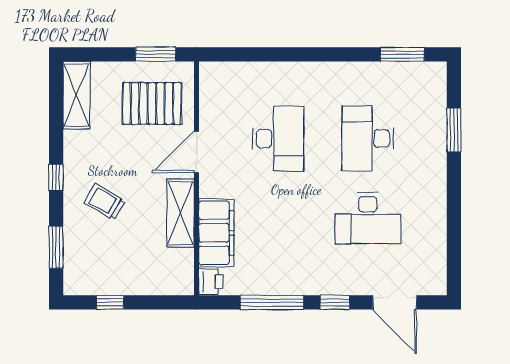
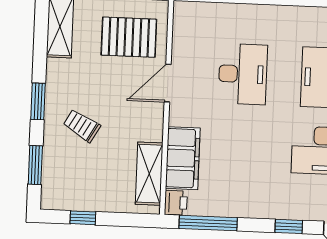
window: (56, 178) -> (38, 101), width x1.50
shelving: (180, 213) -> (149, 174), moved
window: (272, 302) -> (208, 223), moved

